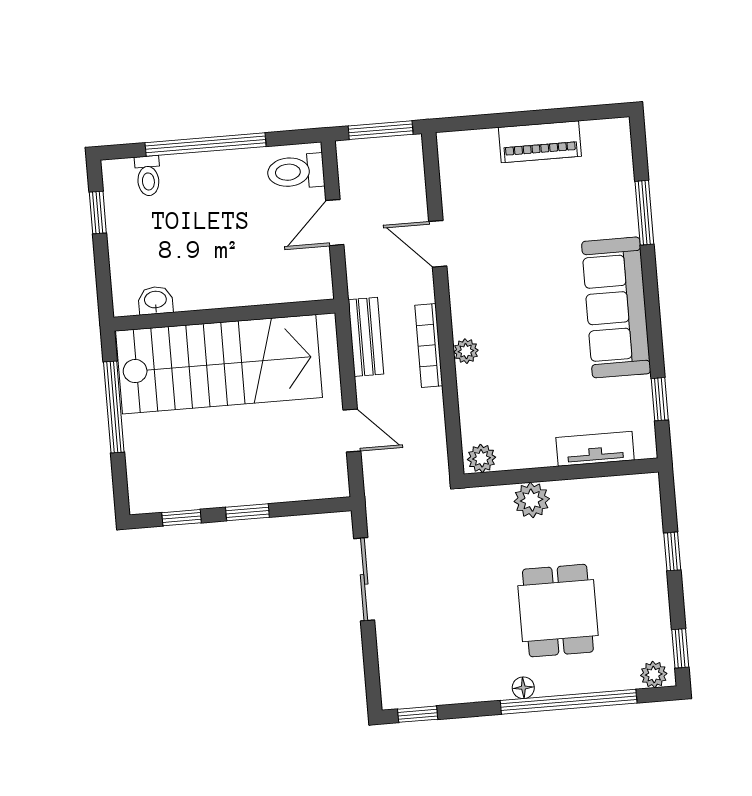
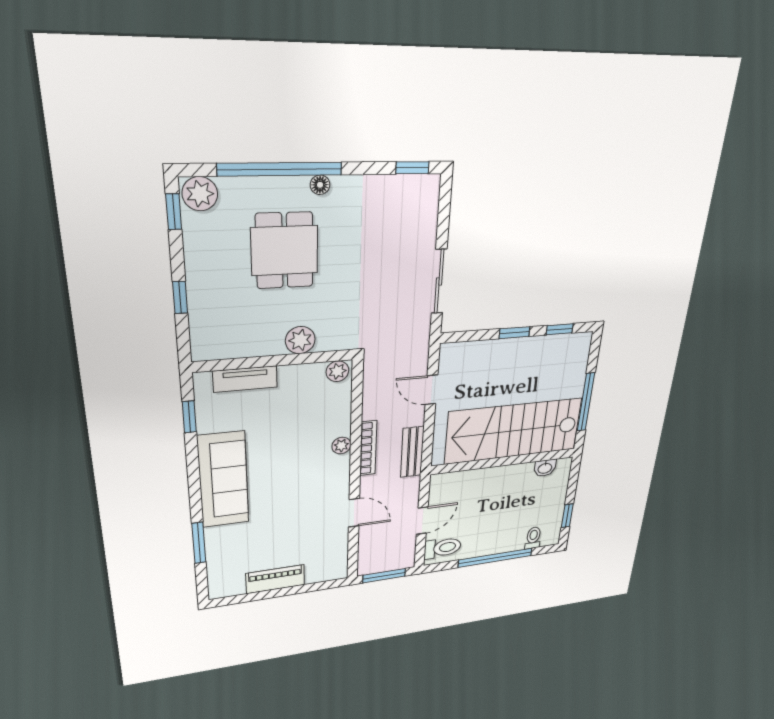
plant: (654, 675) -> (200, 194), width x1.38, depth x1.38

